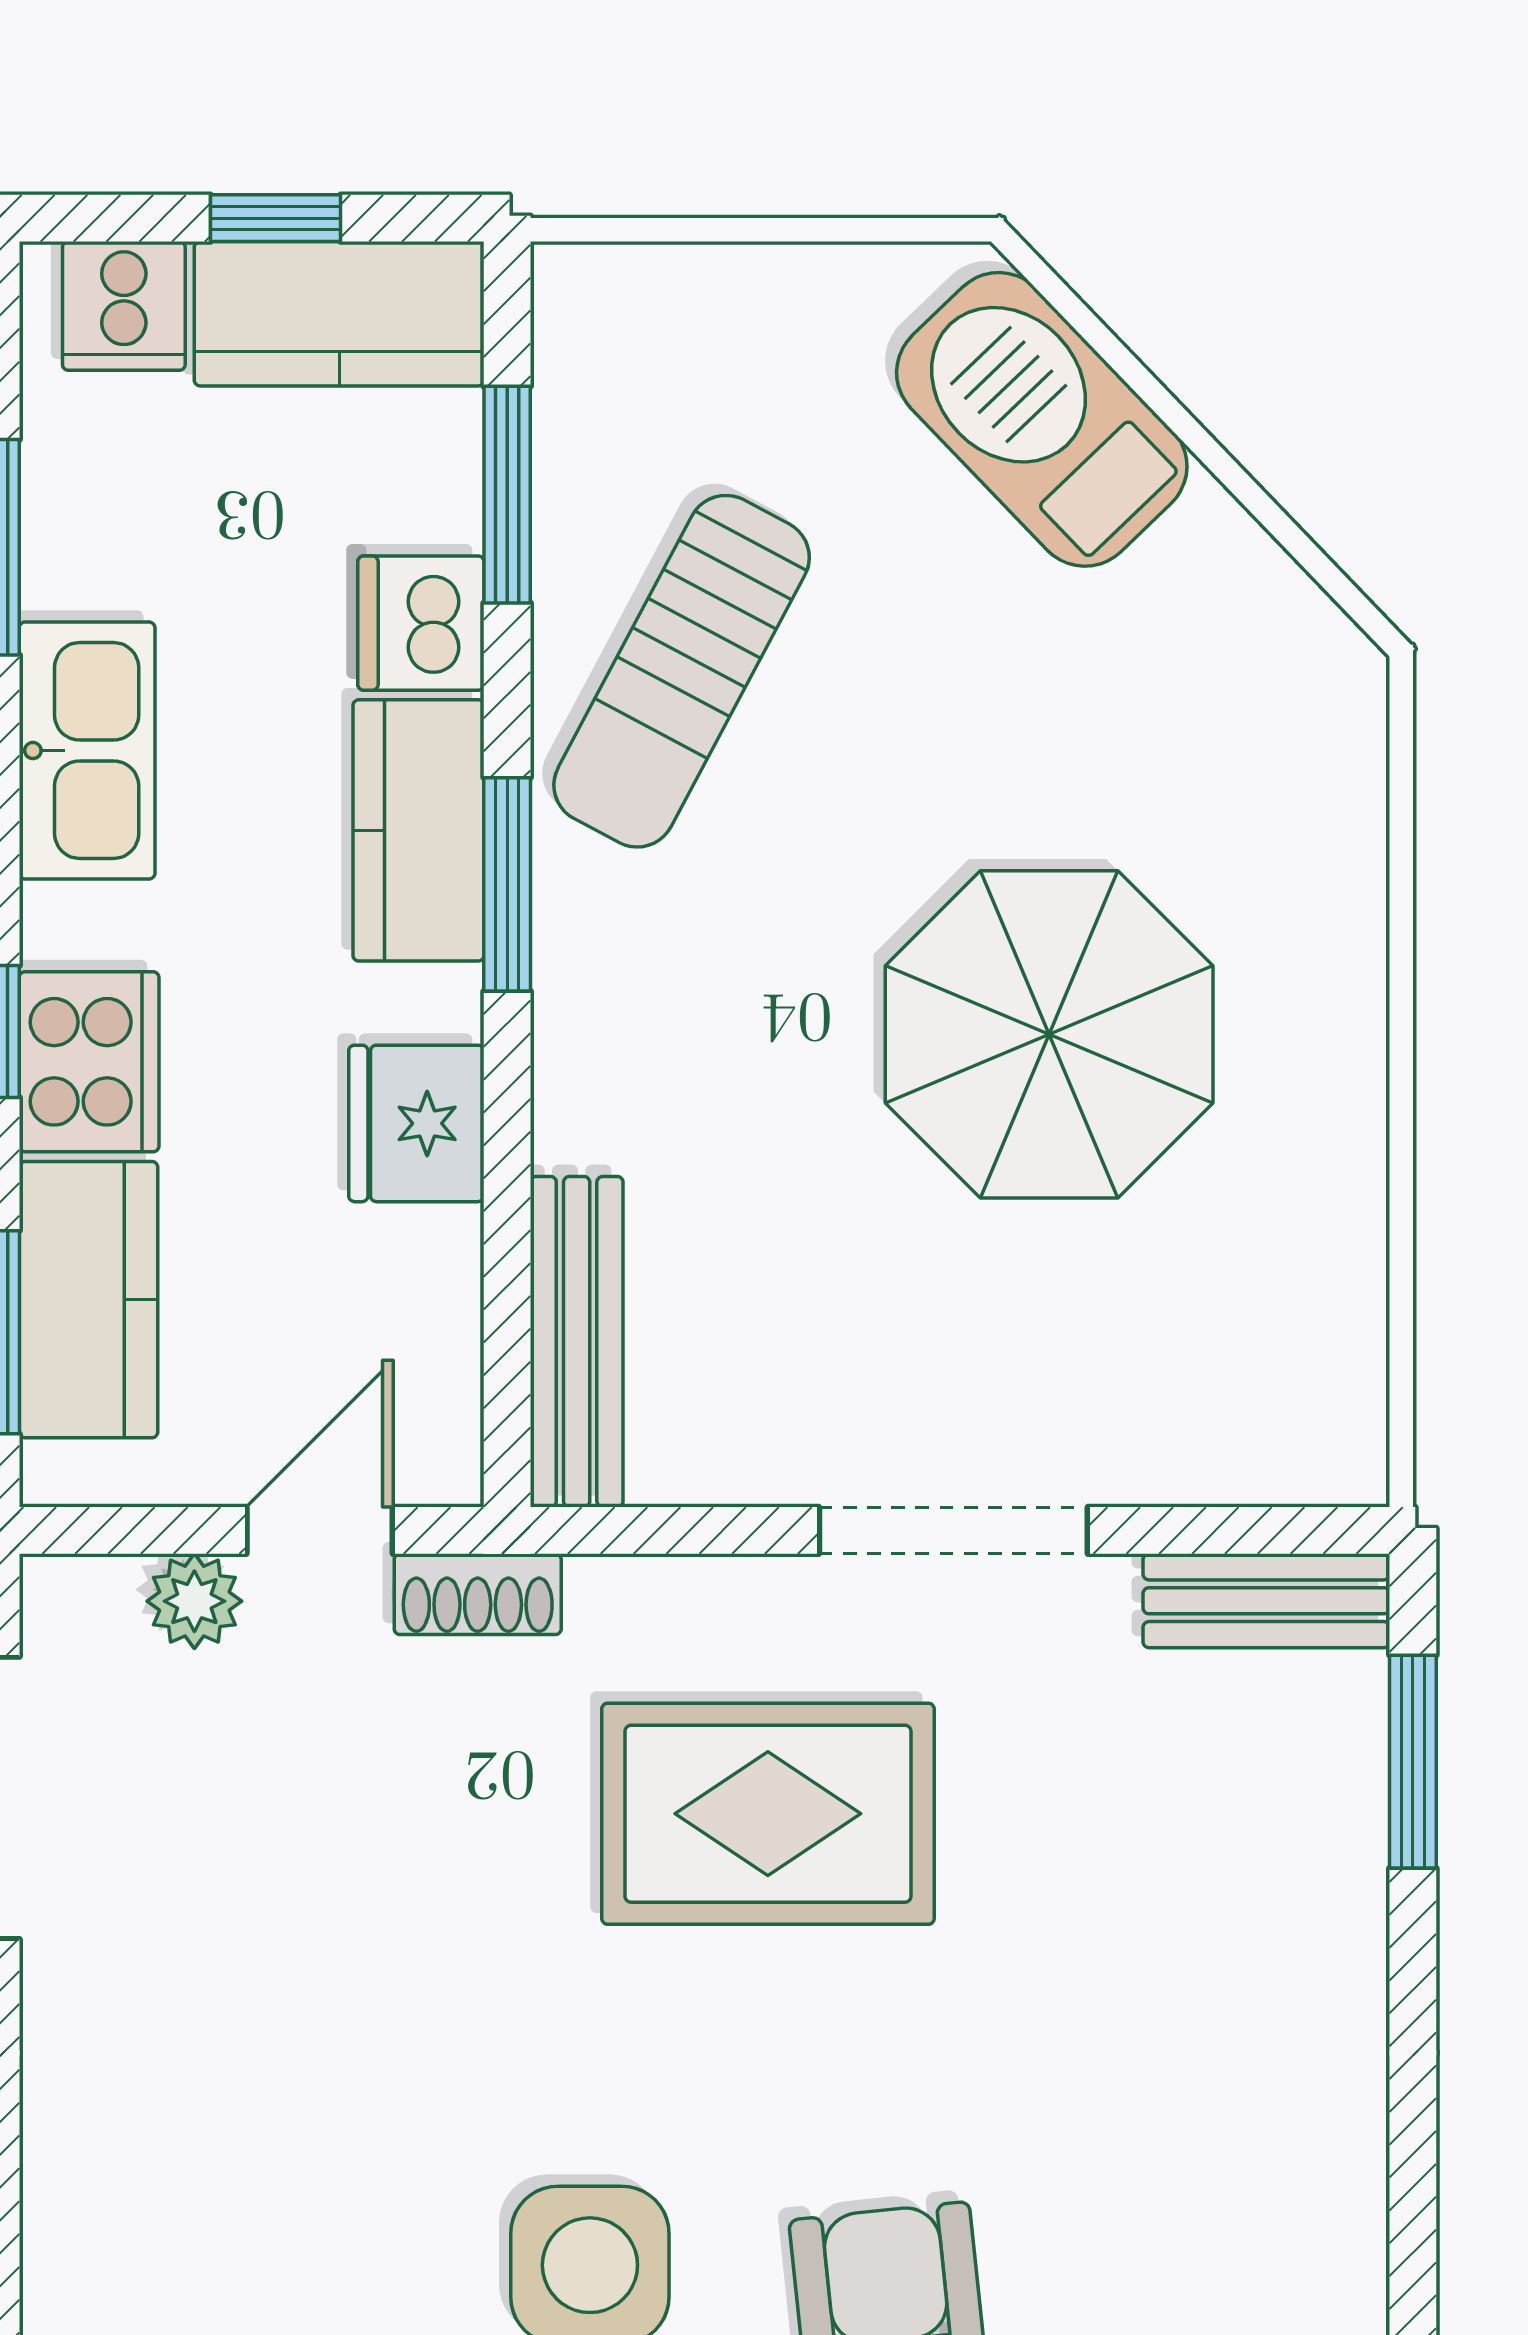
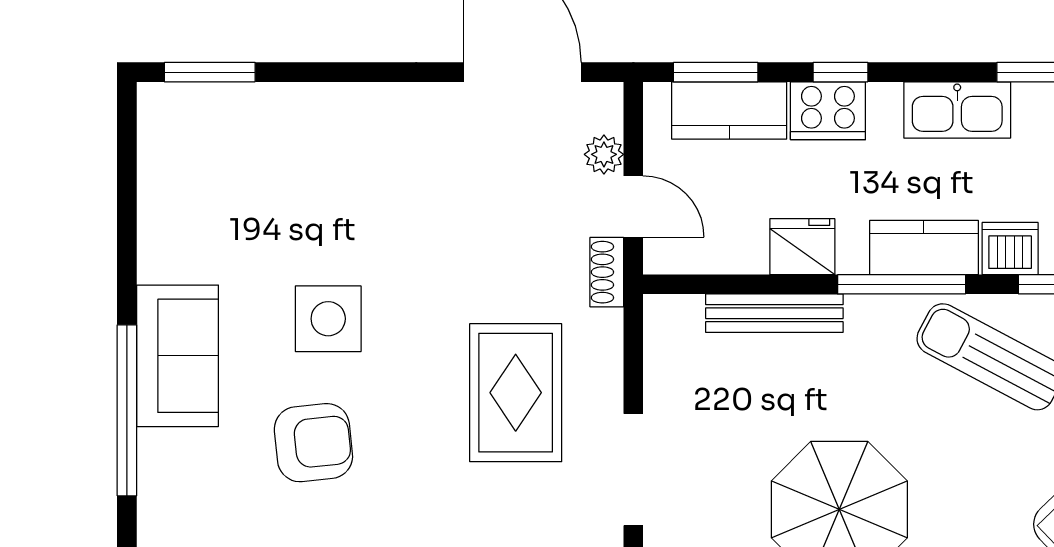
window: (507, 884) -> (902, 284), width x1.44
bench: (577, 1342) -> (774, 313), moved

